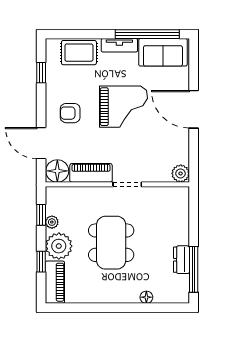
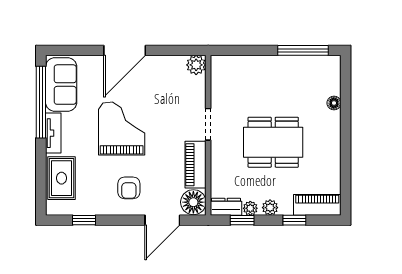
plant: (59, 246) -> (270, 208), width x0.53, depth x0.53
dresser: (182, 260) -> (226, 207), moved, turned 180

